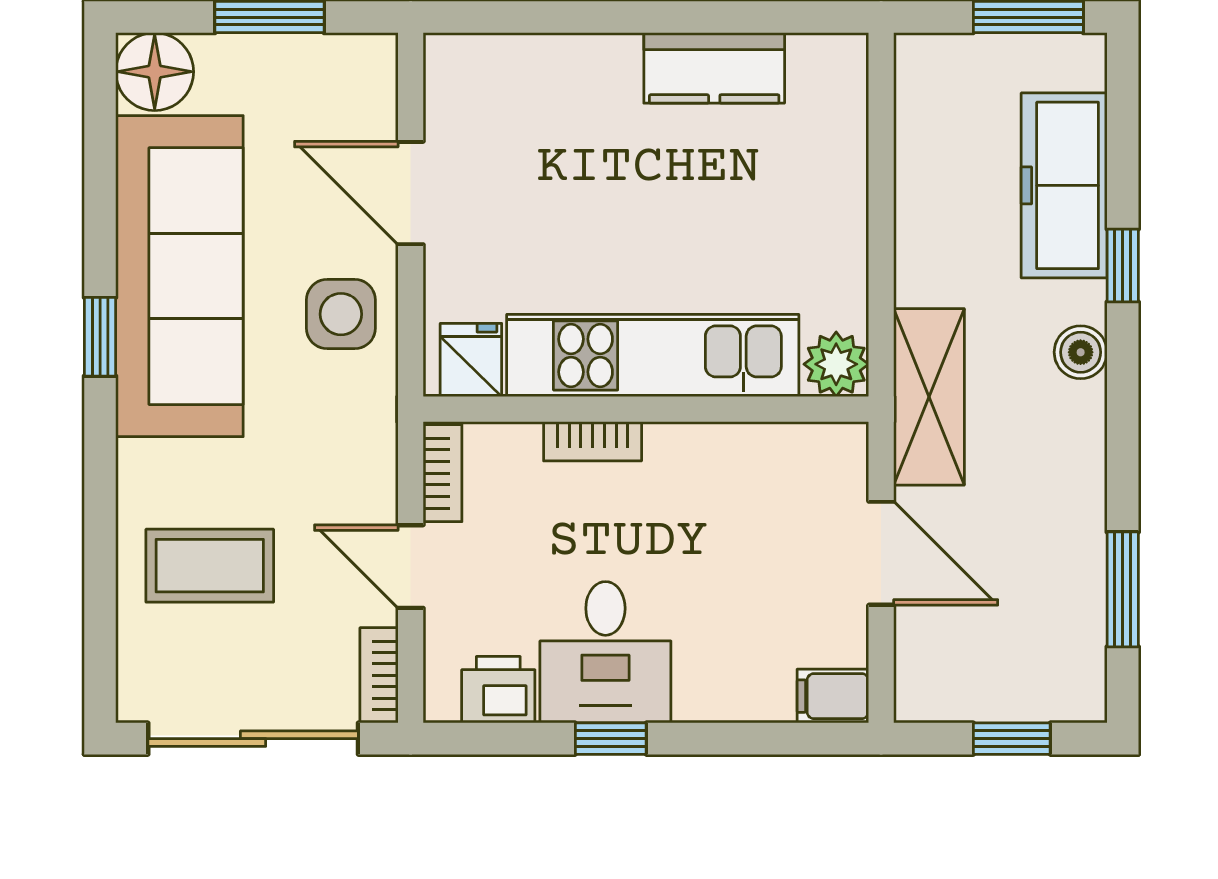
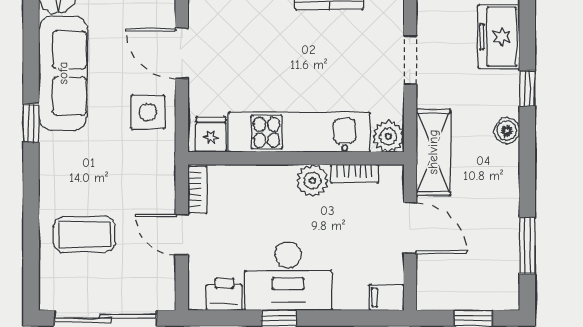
freezer: (1064, 185) -> (499, 37), width x0.71
doorway: (881, 207) -> (410, 60), added
sofa: (179, 276) -> (63, 73), width x0.74, depth x0.79
bookcase: (593, 441) -> (355, 174), moved
plant: (680, 455) -> (312, 181), added
desk: (605, 652) -> (288, 276), width x1.37
bookcase: (379, 675) -> (166, 287), removed

